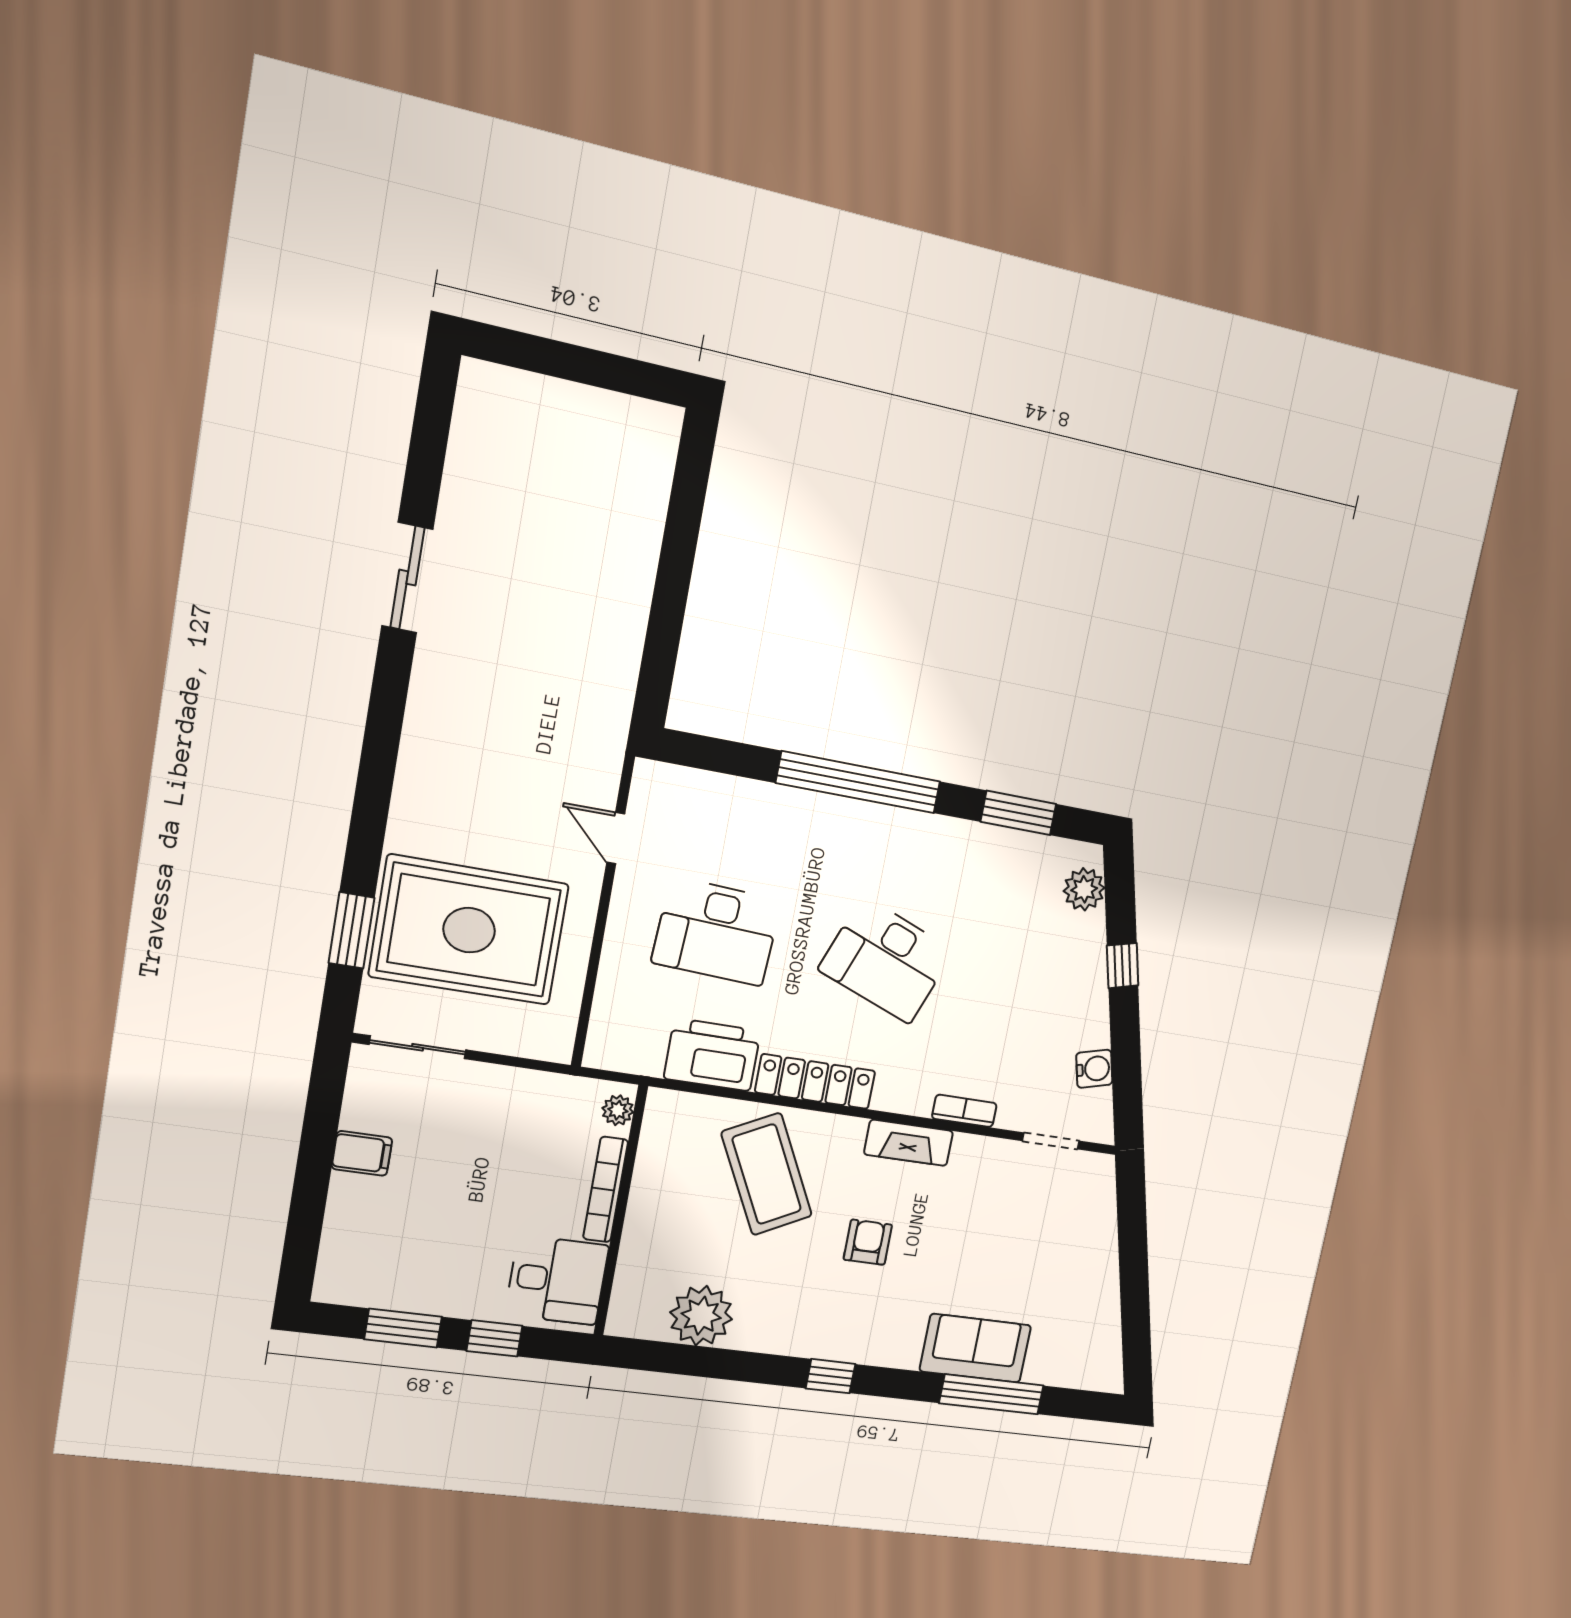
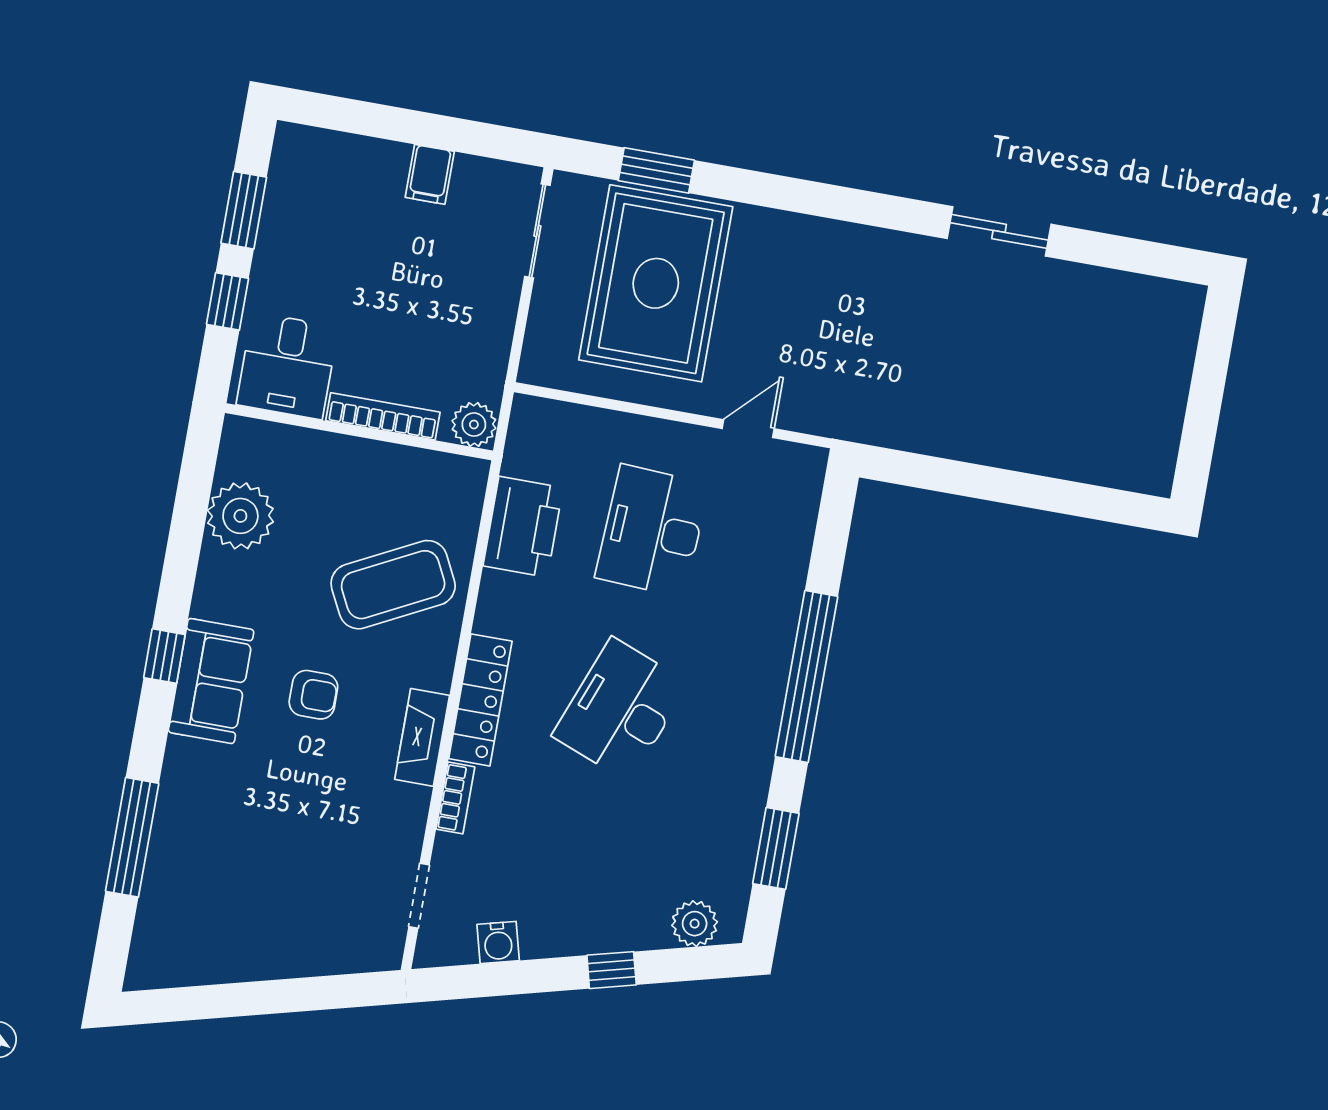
locker: (815, 1082) -> (480, 700), moved
plant: (618, 1110) -> (474, 424), width x1.38, depth x1.38
sofa: (975, 1348) -> (211, 681), moved

